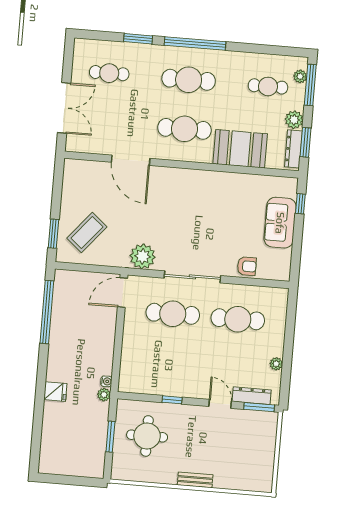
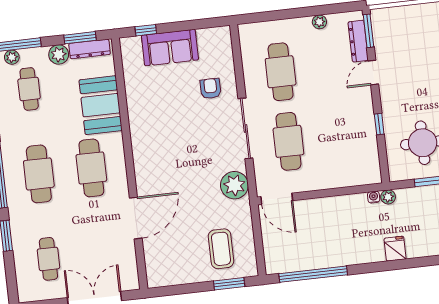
coffee table: (87, 233) -> (221, 249), turned 50
armchair: (247, 266) -> (210, 88), moved

